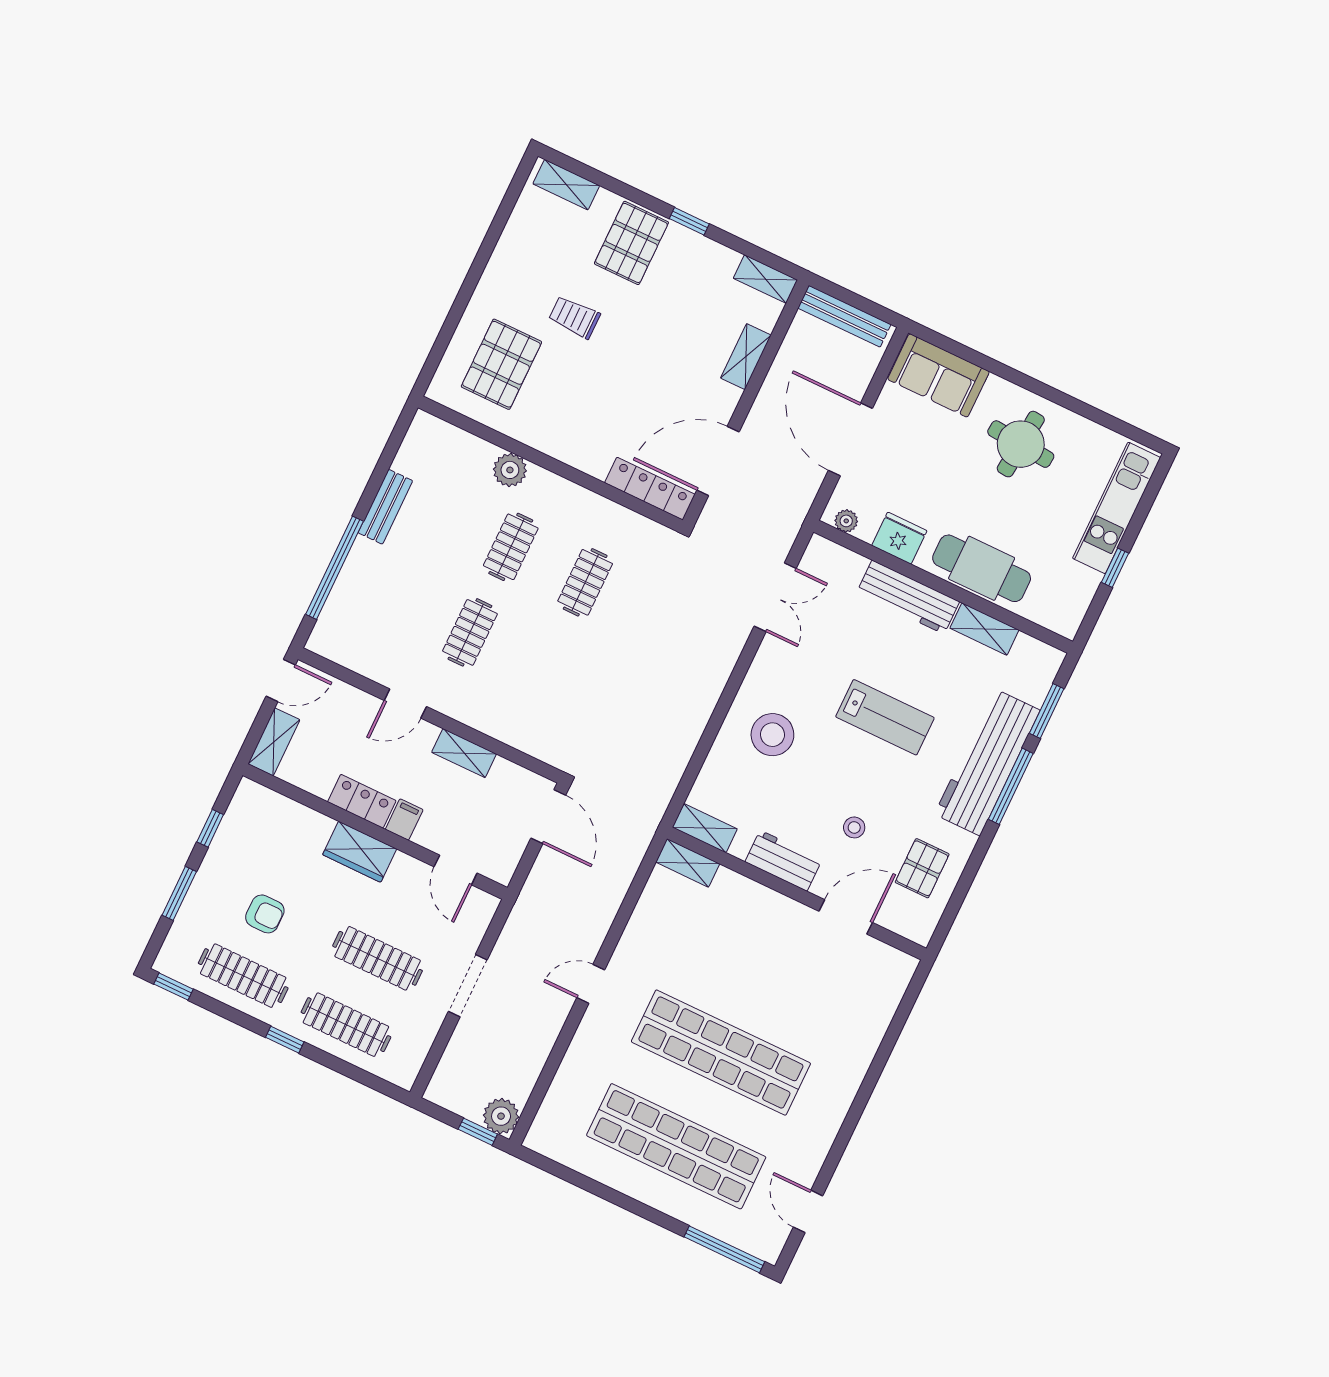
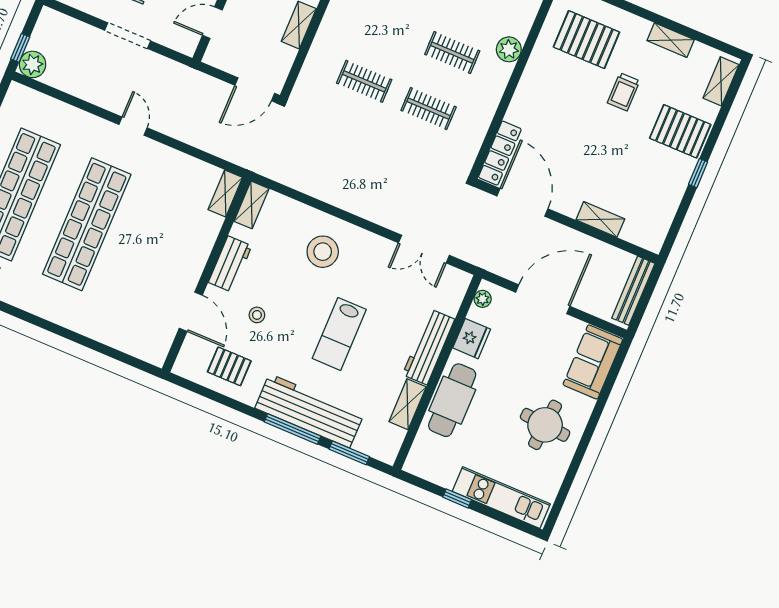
shelving: (765, 279) -> (671, 40), moved, turned 90
trolley: (574, 317) -> (624, 92), turned 180
clothes rail: (470, 632) -> (364, 81), moved

